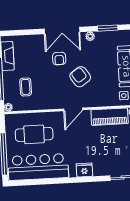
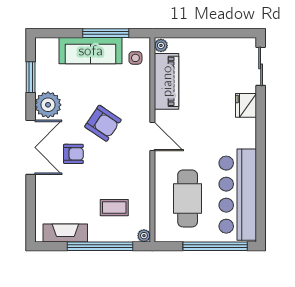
plant: (90, 36) -> (48, 105), width x1.88, depth x1.88
armchair: (80, 77) -> (103, 123), turned -112
fridge: (84, 170) -> (246, 105), moved

